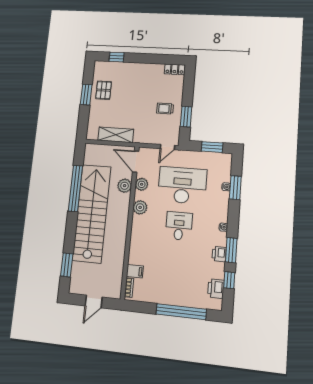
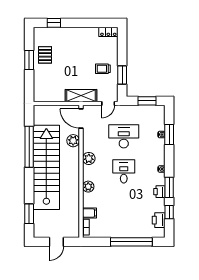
shelving: (116, 135) -> (81, 96), moved
plant: (142, 184) -> (88, 187), moved
desk: (182, 185) -> (124, 136), width x0.73, depth x0.77

